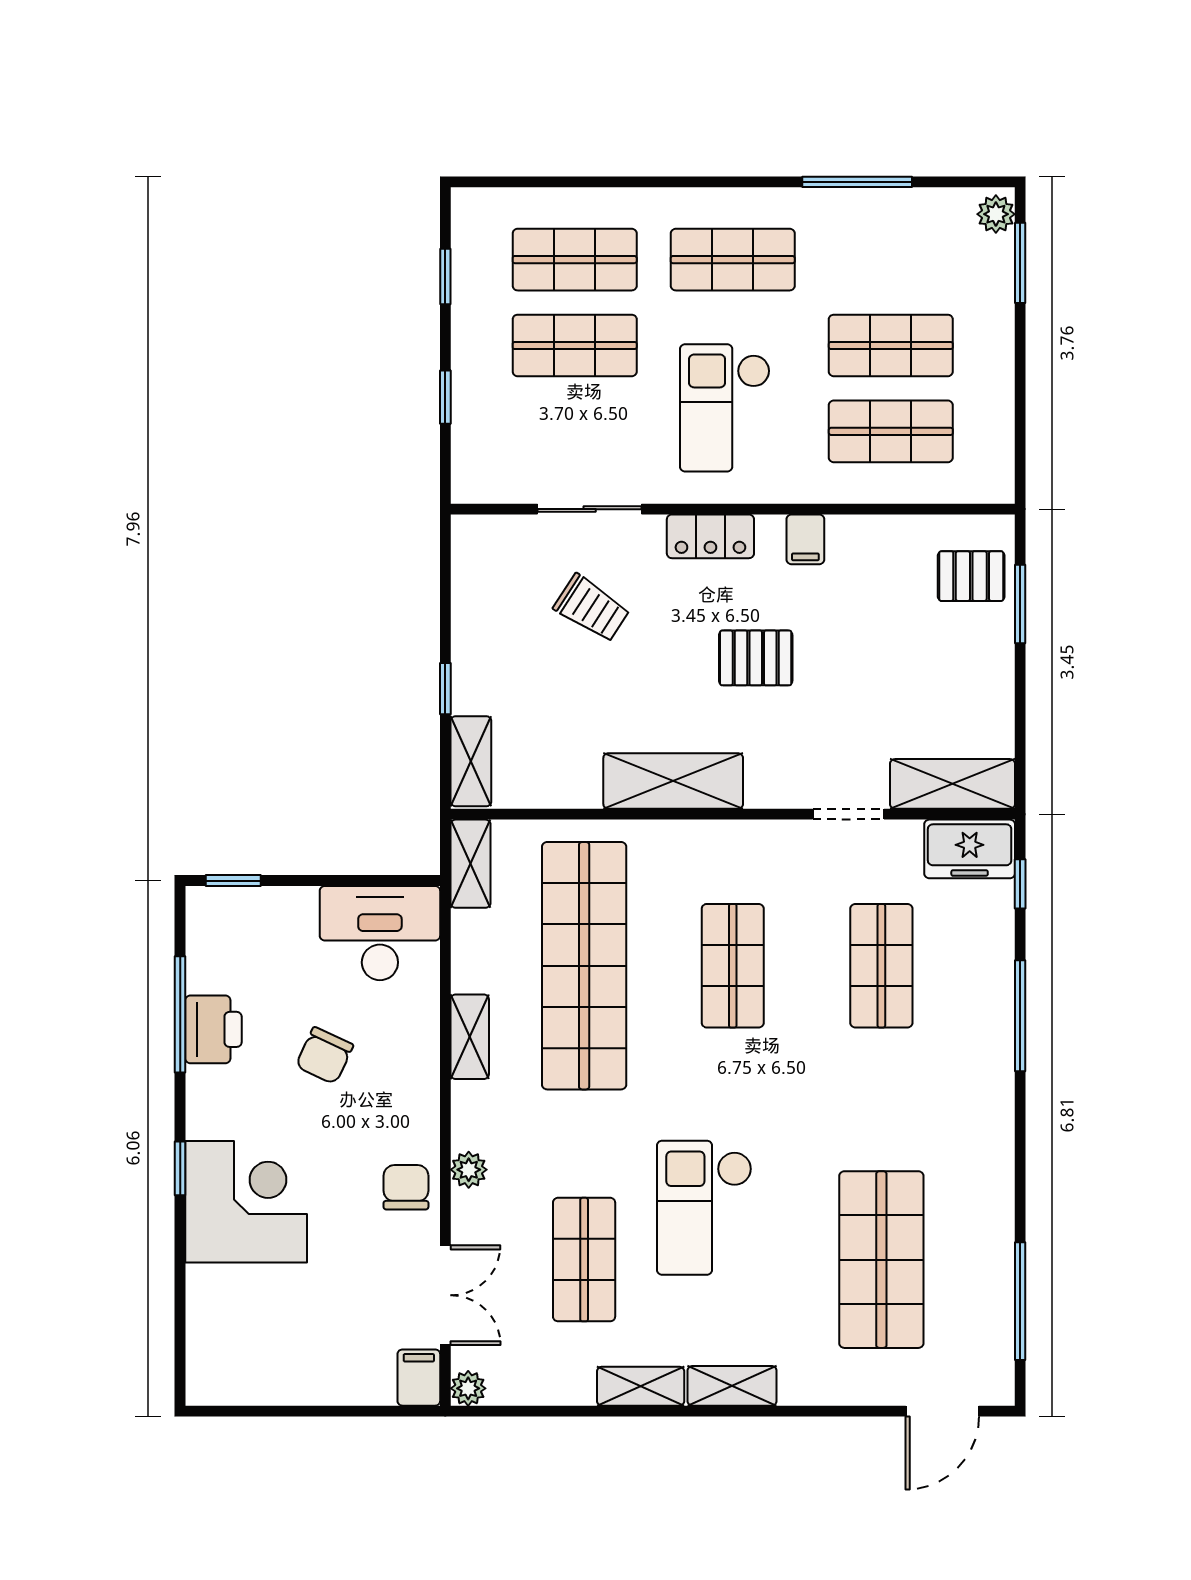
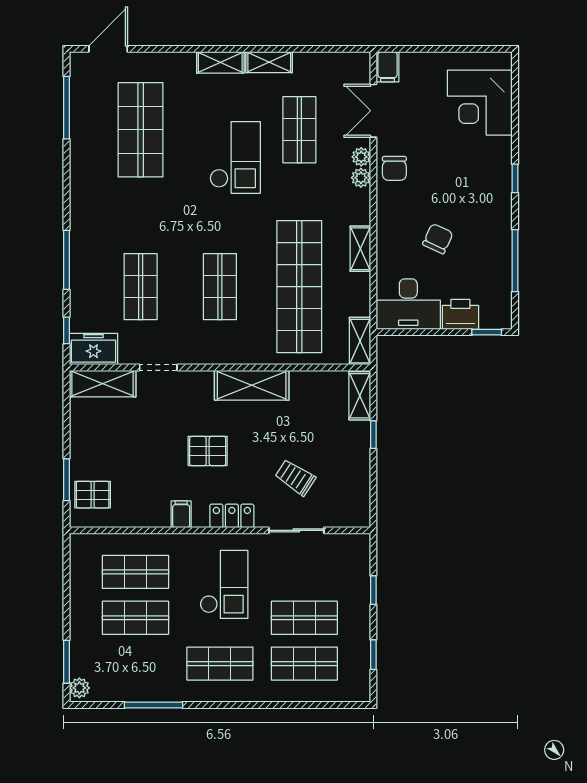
printer: (213, 1029) -> (460, 314), moved, turned 90
corner desk: (246, 1202) -> (480, 103), moved
plant: (468, 1388) -> (361, 157), moved

